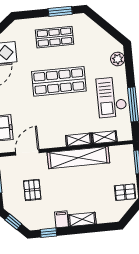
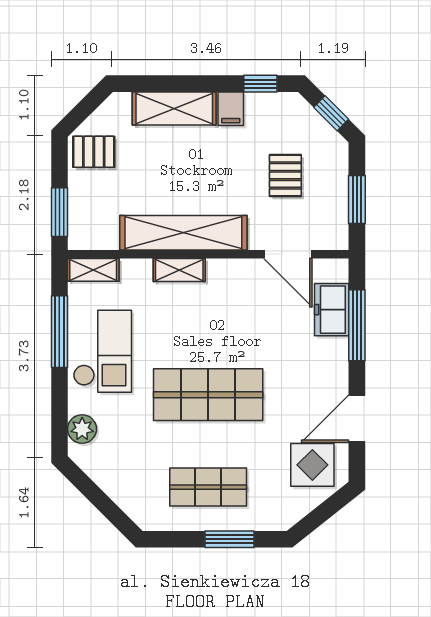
window: (60, 11) -> (229, 539), moved
shelving: (104, 137) -> (93, 270), moved
door: (27, 152) -> (288, 254), hinge flipped
shelving: (82, 219) -> (174, 109), width x1.50, depth x1.33

